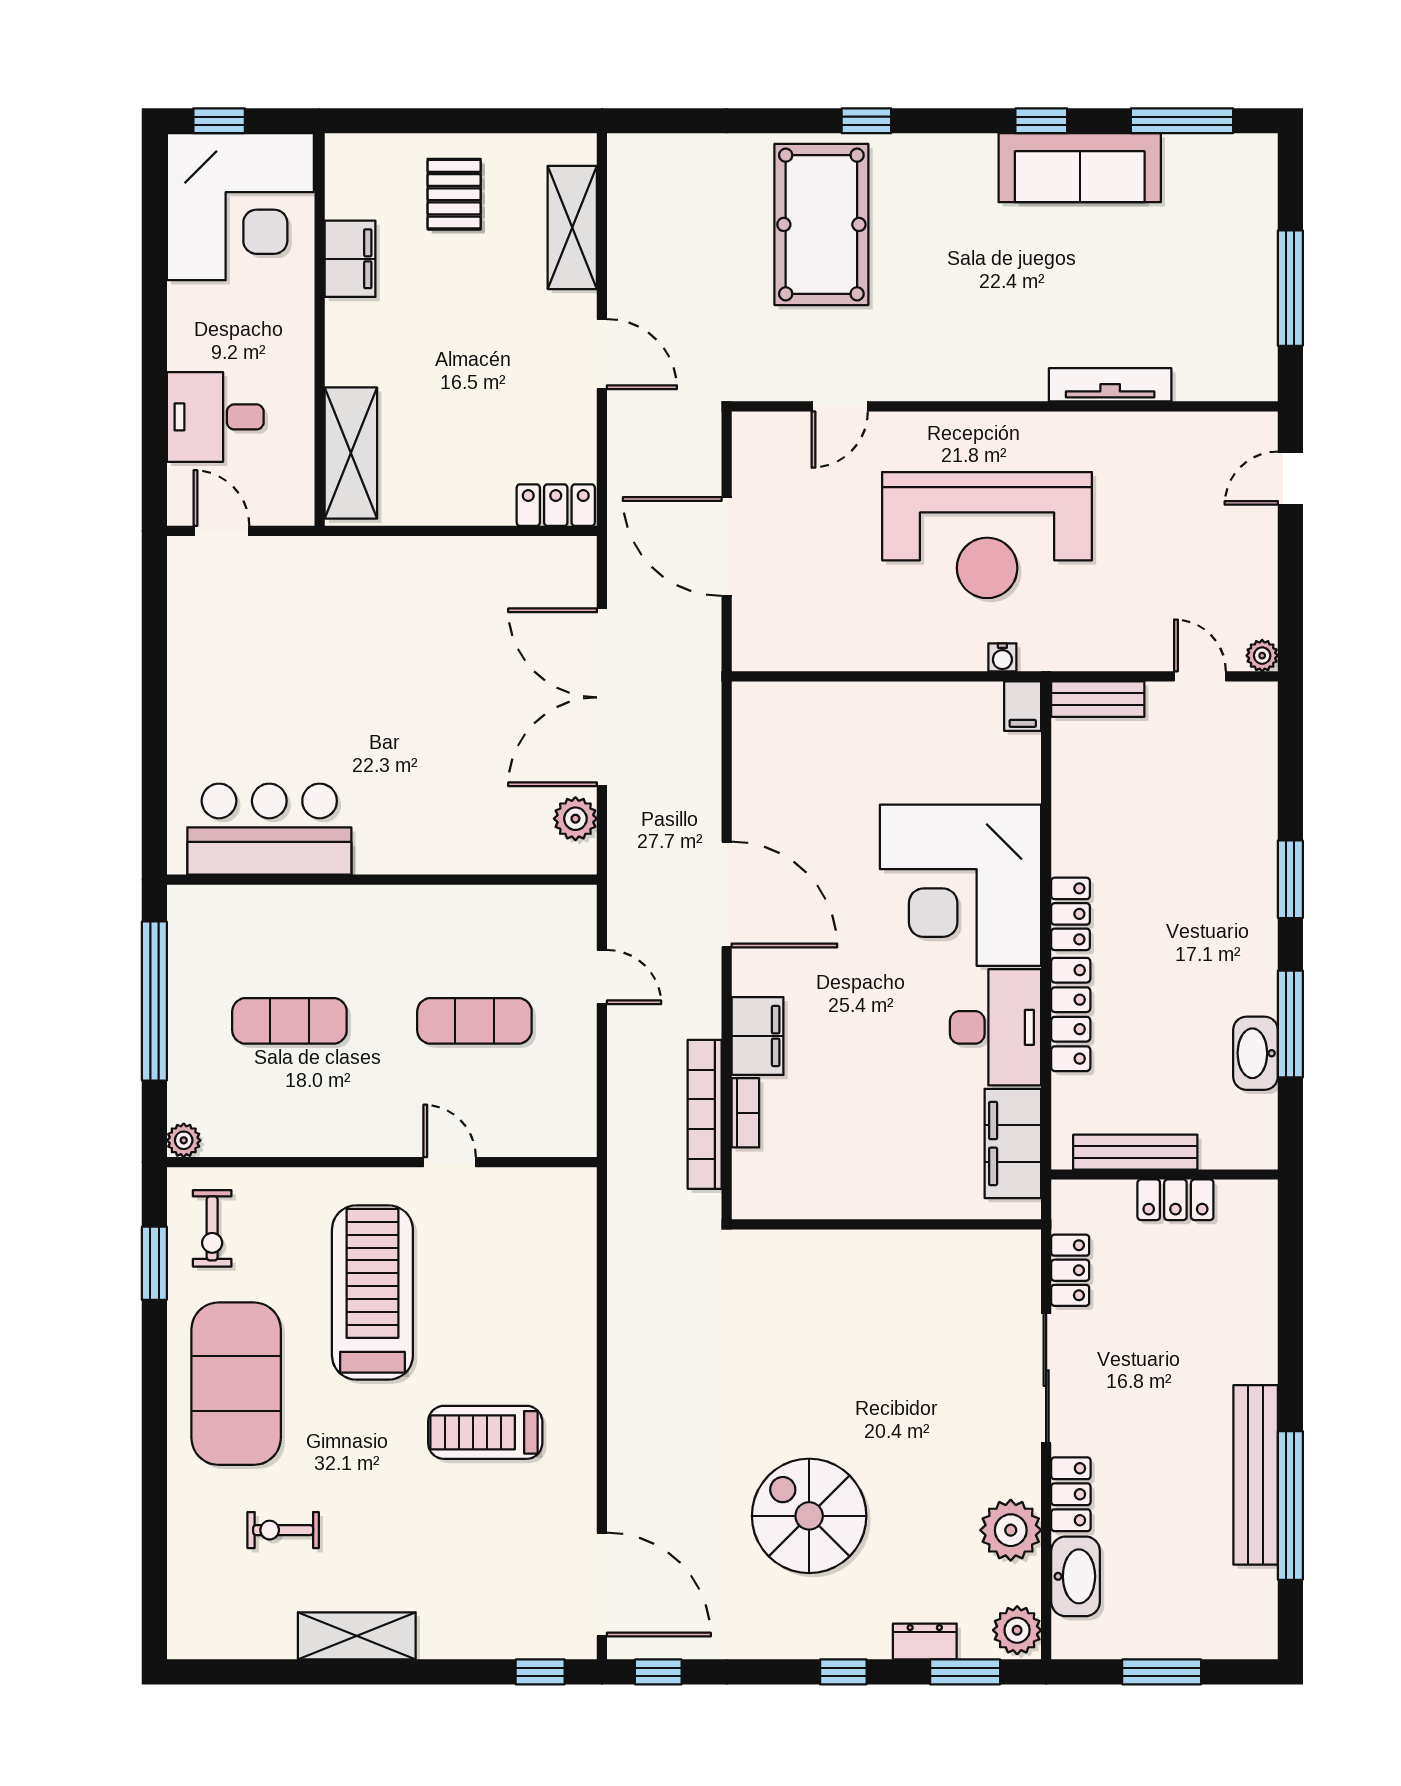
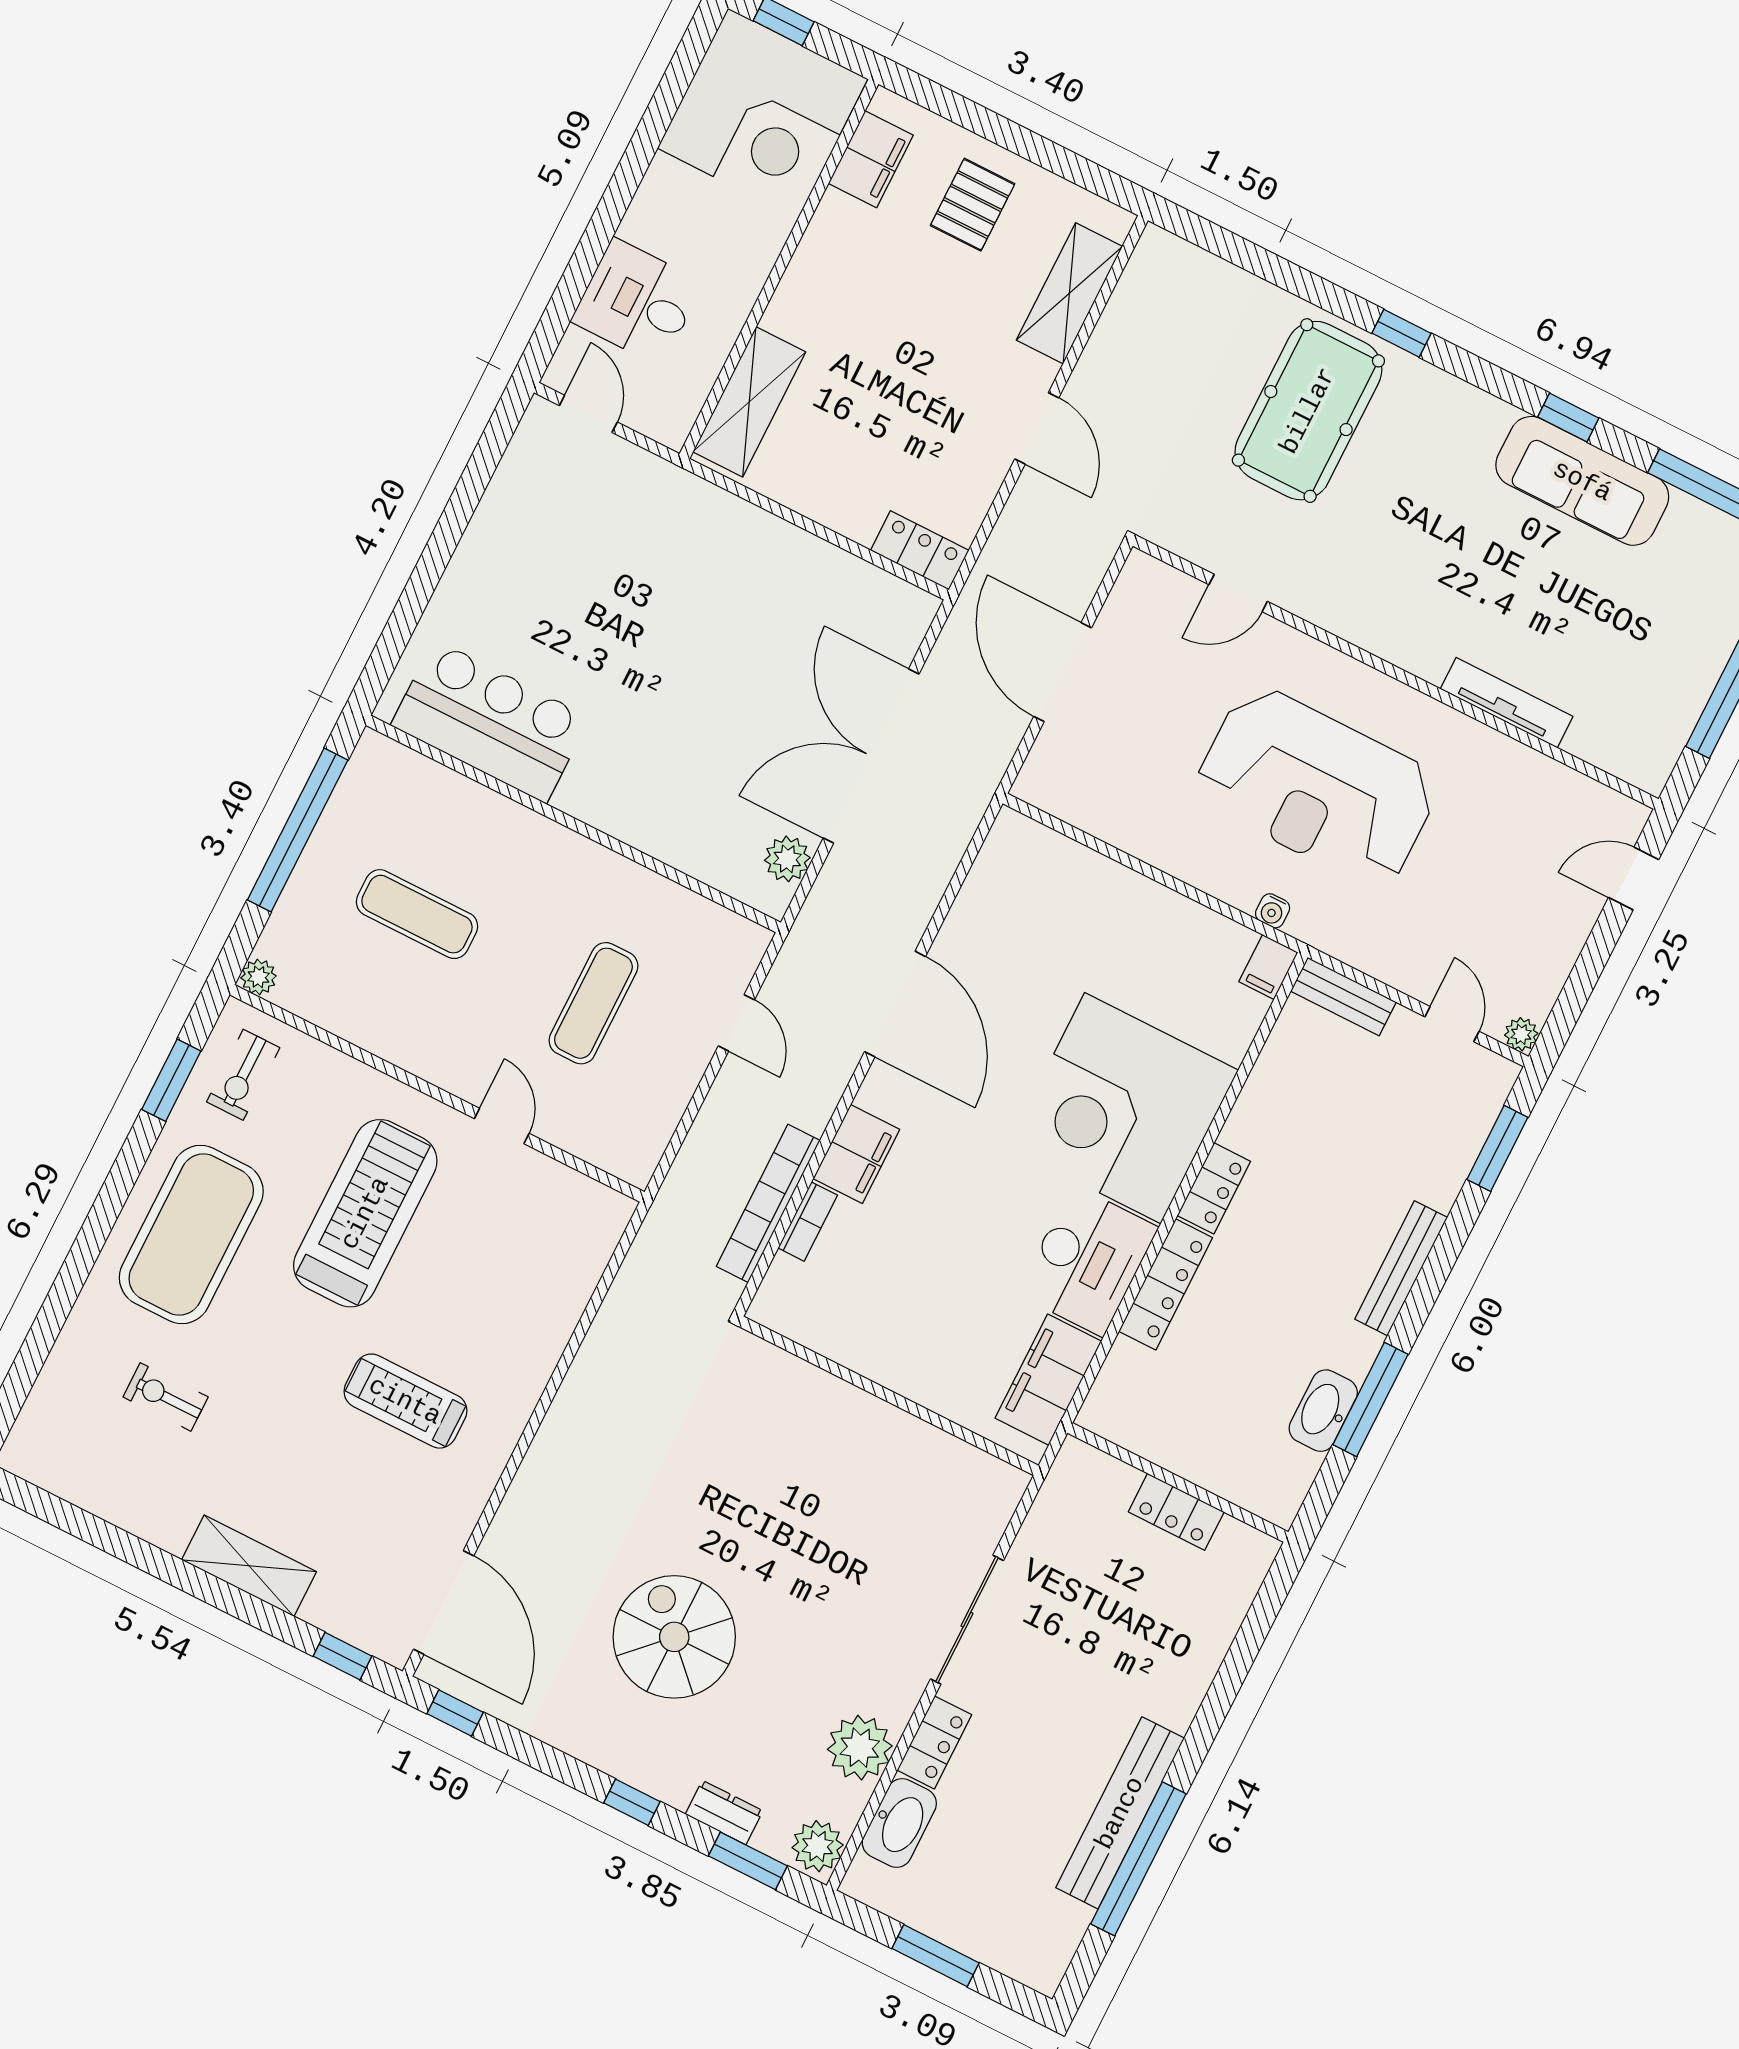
filing cabinet: (350, 259) -> (871, 159), moved
window: (1290, 879) -> (1497, 1148), moved
exercise mat: (474, 1021) -> (593, 1003), turned 90
bench: (1135, 1152) -> (1401, 1268), moved, turned 90
locker: (1070, 1270) -> (1042, 1528), removed
shelving: (357, 1636) -> (249, 1566), moved

